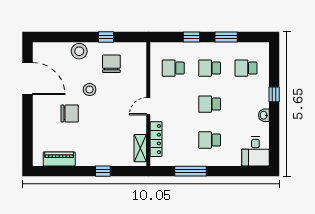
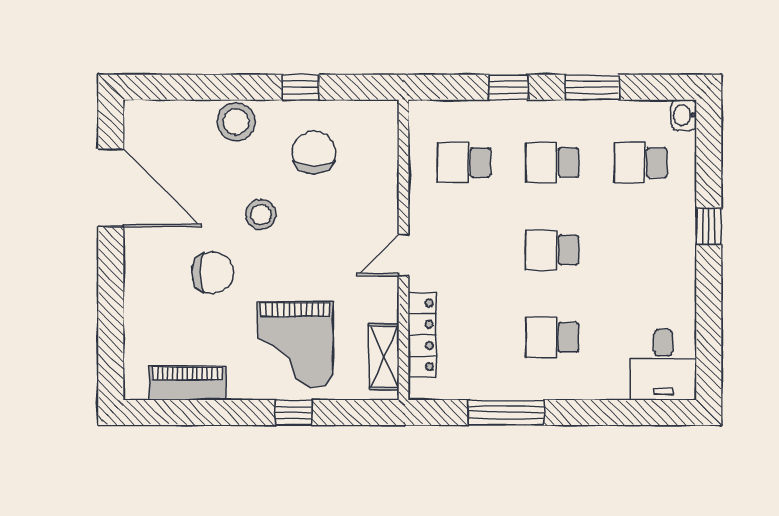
washbasin: (264, 115) -> (684, 115), moved
grand piano: (104, 143) -> (295, 344), added

